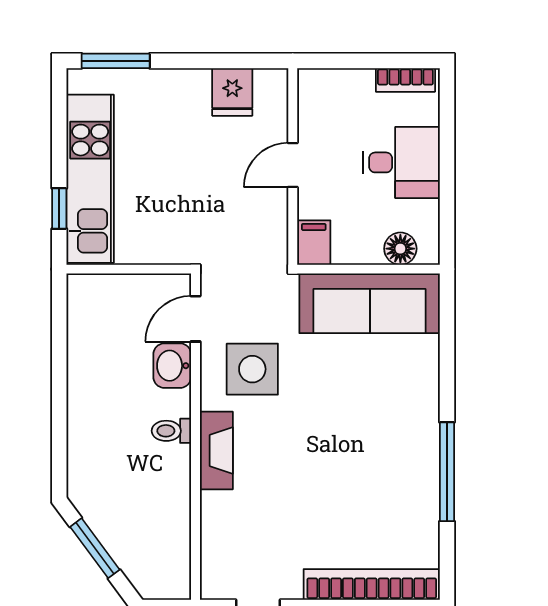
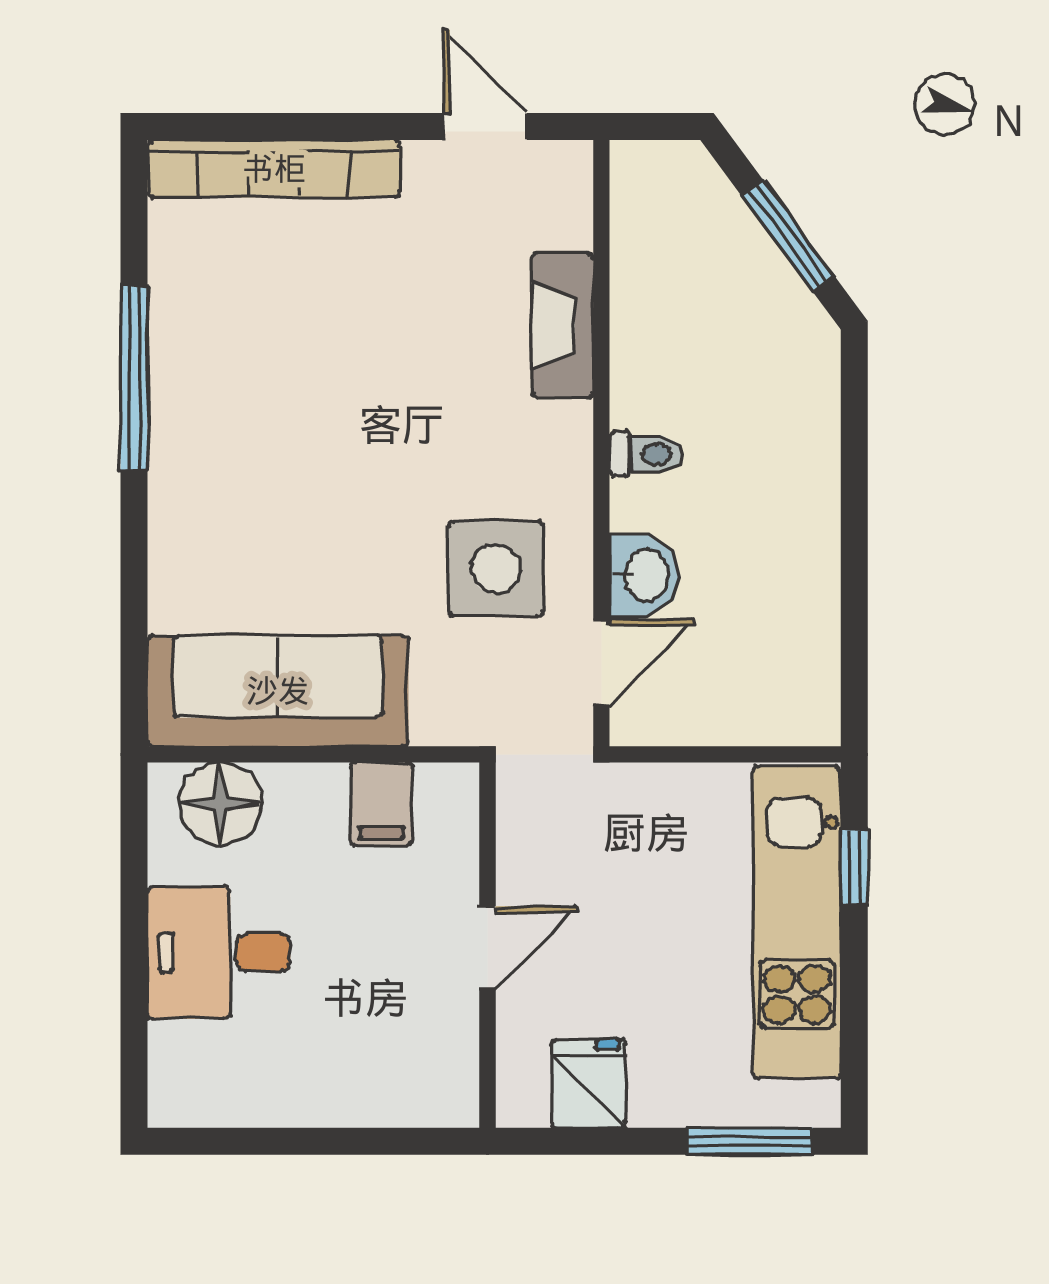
bookcase: (405, 80) -> (211, 1106), removed
fridge: (232, 92) -> (588, 1084), moved
door: (293, 165) -> (488, 948), moved
wall: (293, 166) -> (488, 945), moved
floor lamp: (400, 249) -> (221, 804), width x1.38, depth x1.38
fireplace: (216, 450) -> (562, 325), moved

